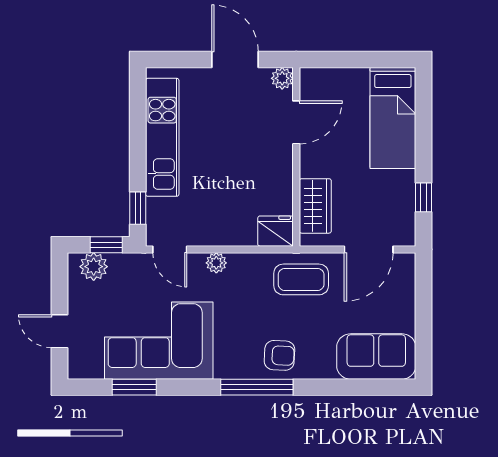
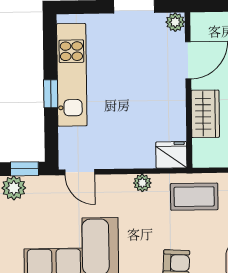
wardrobe: (315, 206) -> (205, 114), moved
window: (138, 208) -> (51, 94), moved
plant: (216, 263) -> (142, 183), moved

